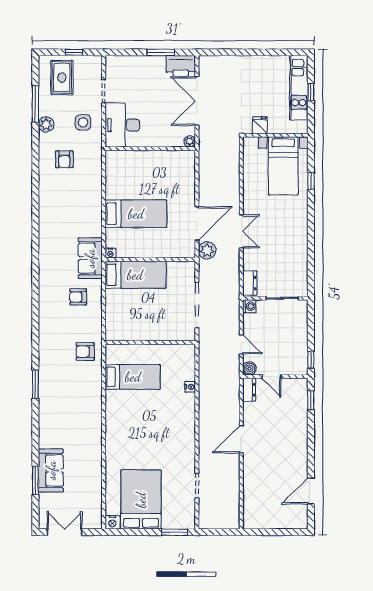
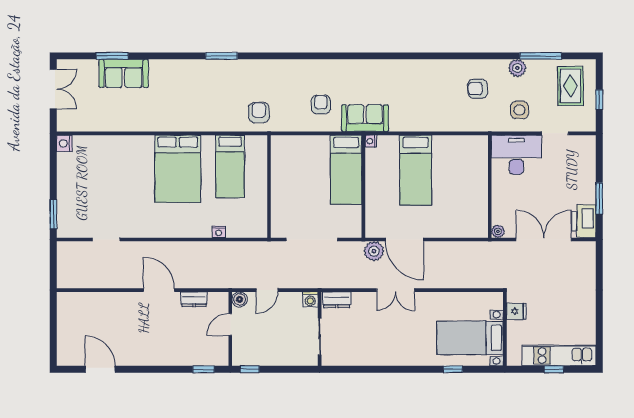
rug: (62, 78) -> (571, 86), turned 90
dresser: (249, 390) -> (194, 299), moved
bed: (141, 500) -> (178, 169), moved, turned 90

